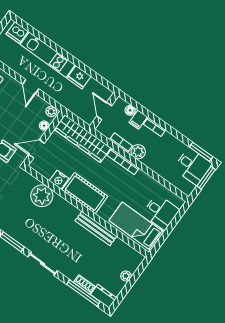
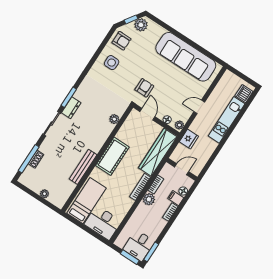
fridge: (79, 77) -> (189, 139), moved, turned 180
nightstand: (59, 180) -> (123, 134), removed
plant: (42, 196) -> (114, 119), width x0.53, depth x0.53
desk: (161, 212) -> (103, 223), width x1.37
dresser: (104, 296) -> (71, 108), moved

